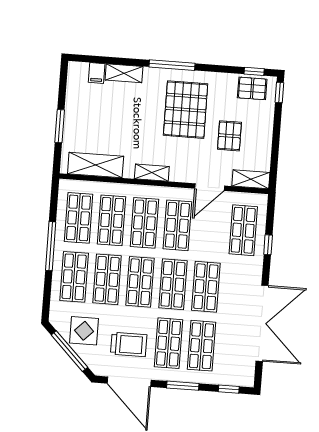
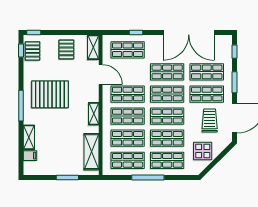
pallet: (229, 136) -> (66, 49), moved, turned 90
double door: (262, 323) -> (189, 33), swing flipped
window: (69, 351) -> (217, 160), removed

